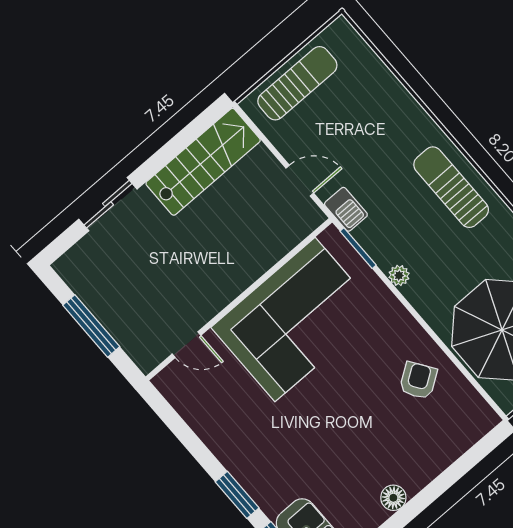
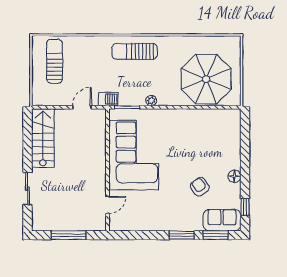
sun lounger: (297, 83) -> (54, 61), moved
armchair: (418, 381) -> (200, 187), moved

